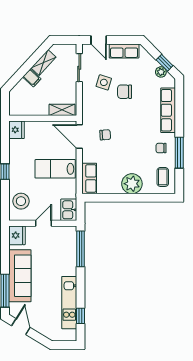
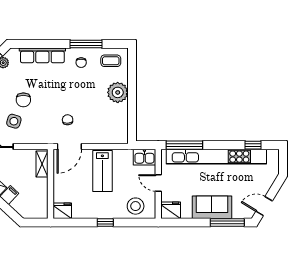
row of seats: (89, 178) -> (112, 136), removed
sofa: (20, 276) -> (212, 207), width x0.73
kitchen unit: (69, 303) -> (216, 157), width x1.86

